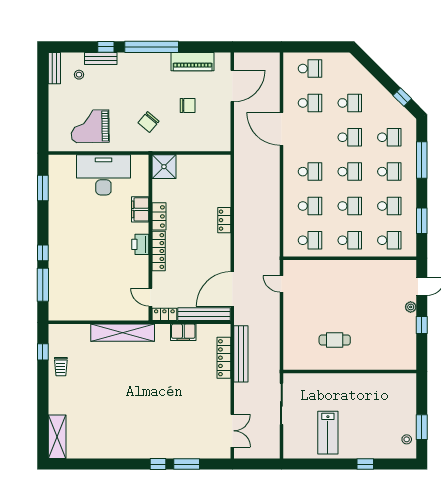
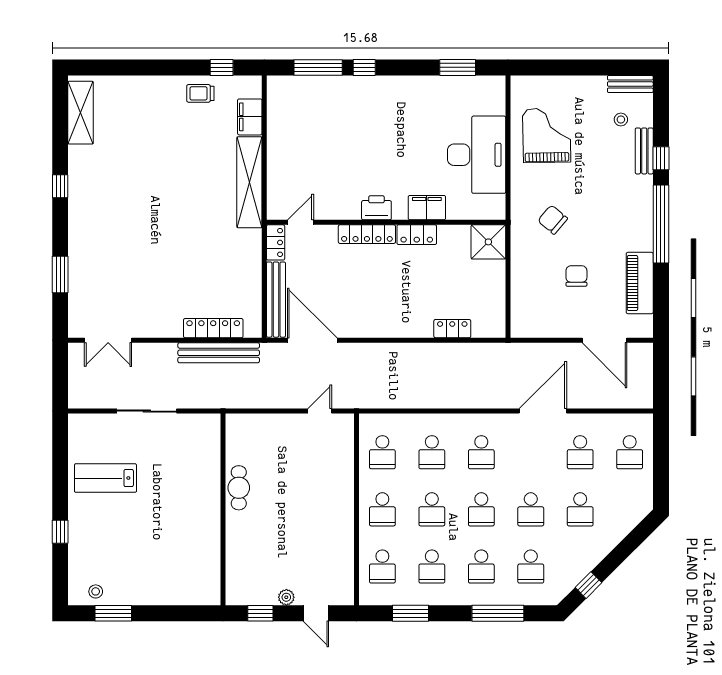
chair: (188, 106) -> (576, 276), turned 180
locker: (224, 220) -> (452, 329), moved
filing cabinet: (183, 332) -> (250, 117), moved
wall: (350, 371) -> (223, 509), moved
shelving: (57, 437) -> (81, 113), moved, turned 90
window: (158, 464) -> (60, 186), moved

